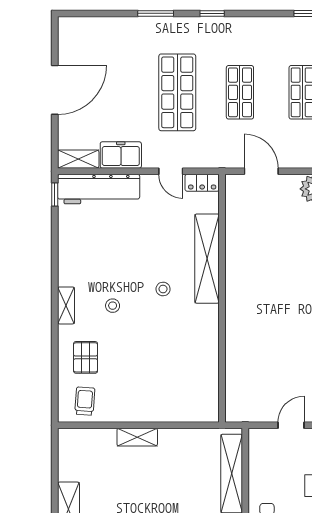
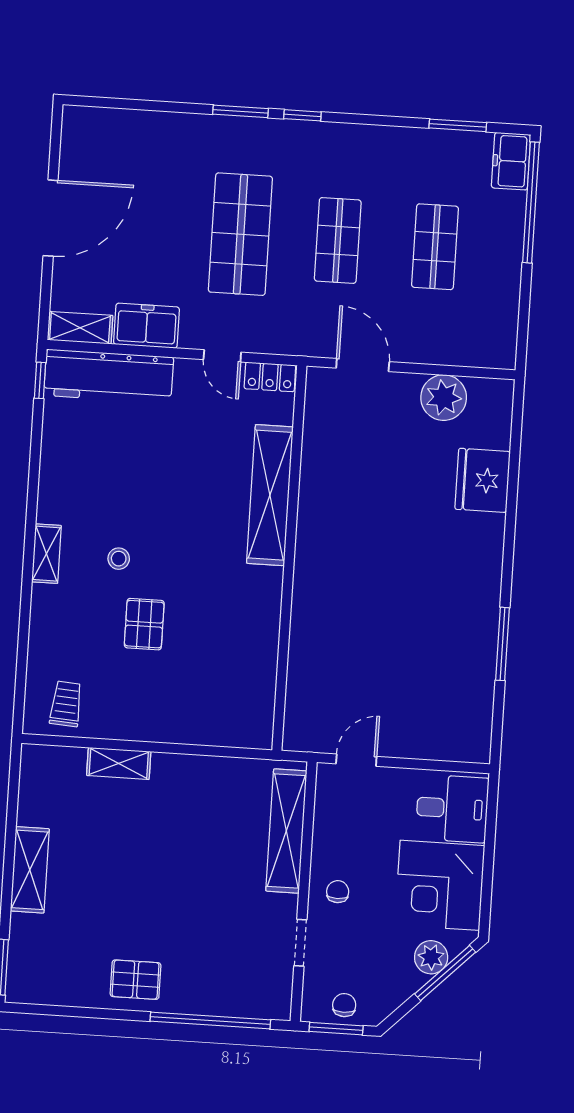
window: (156, 13) -> (241, 111), moved
stool: (163, 289) -> (199, 538), removed
pallet: (86, 357) -> (144, 624), moved
door: (291, 425) -> (356, 760), moved
shelving: (137, 437) -> (119, 763), moved

